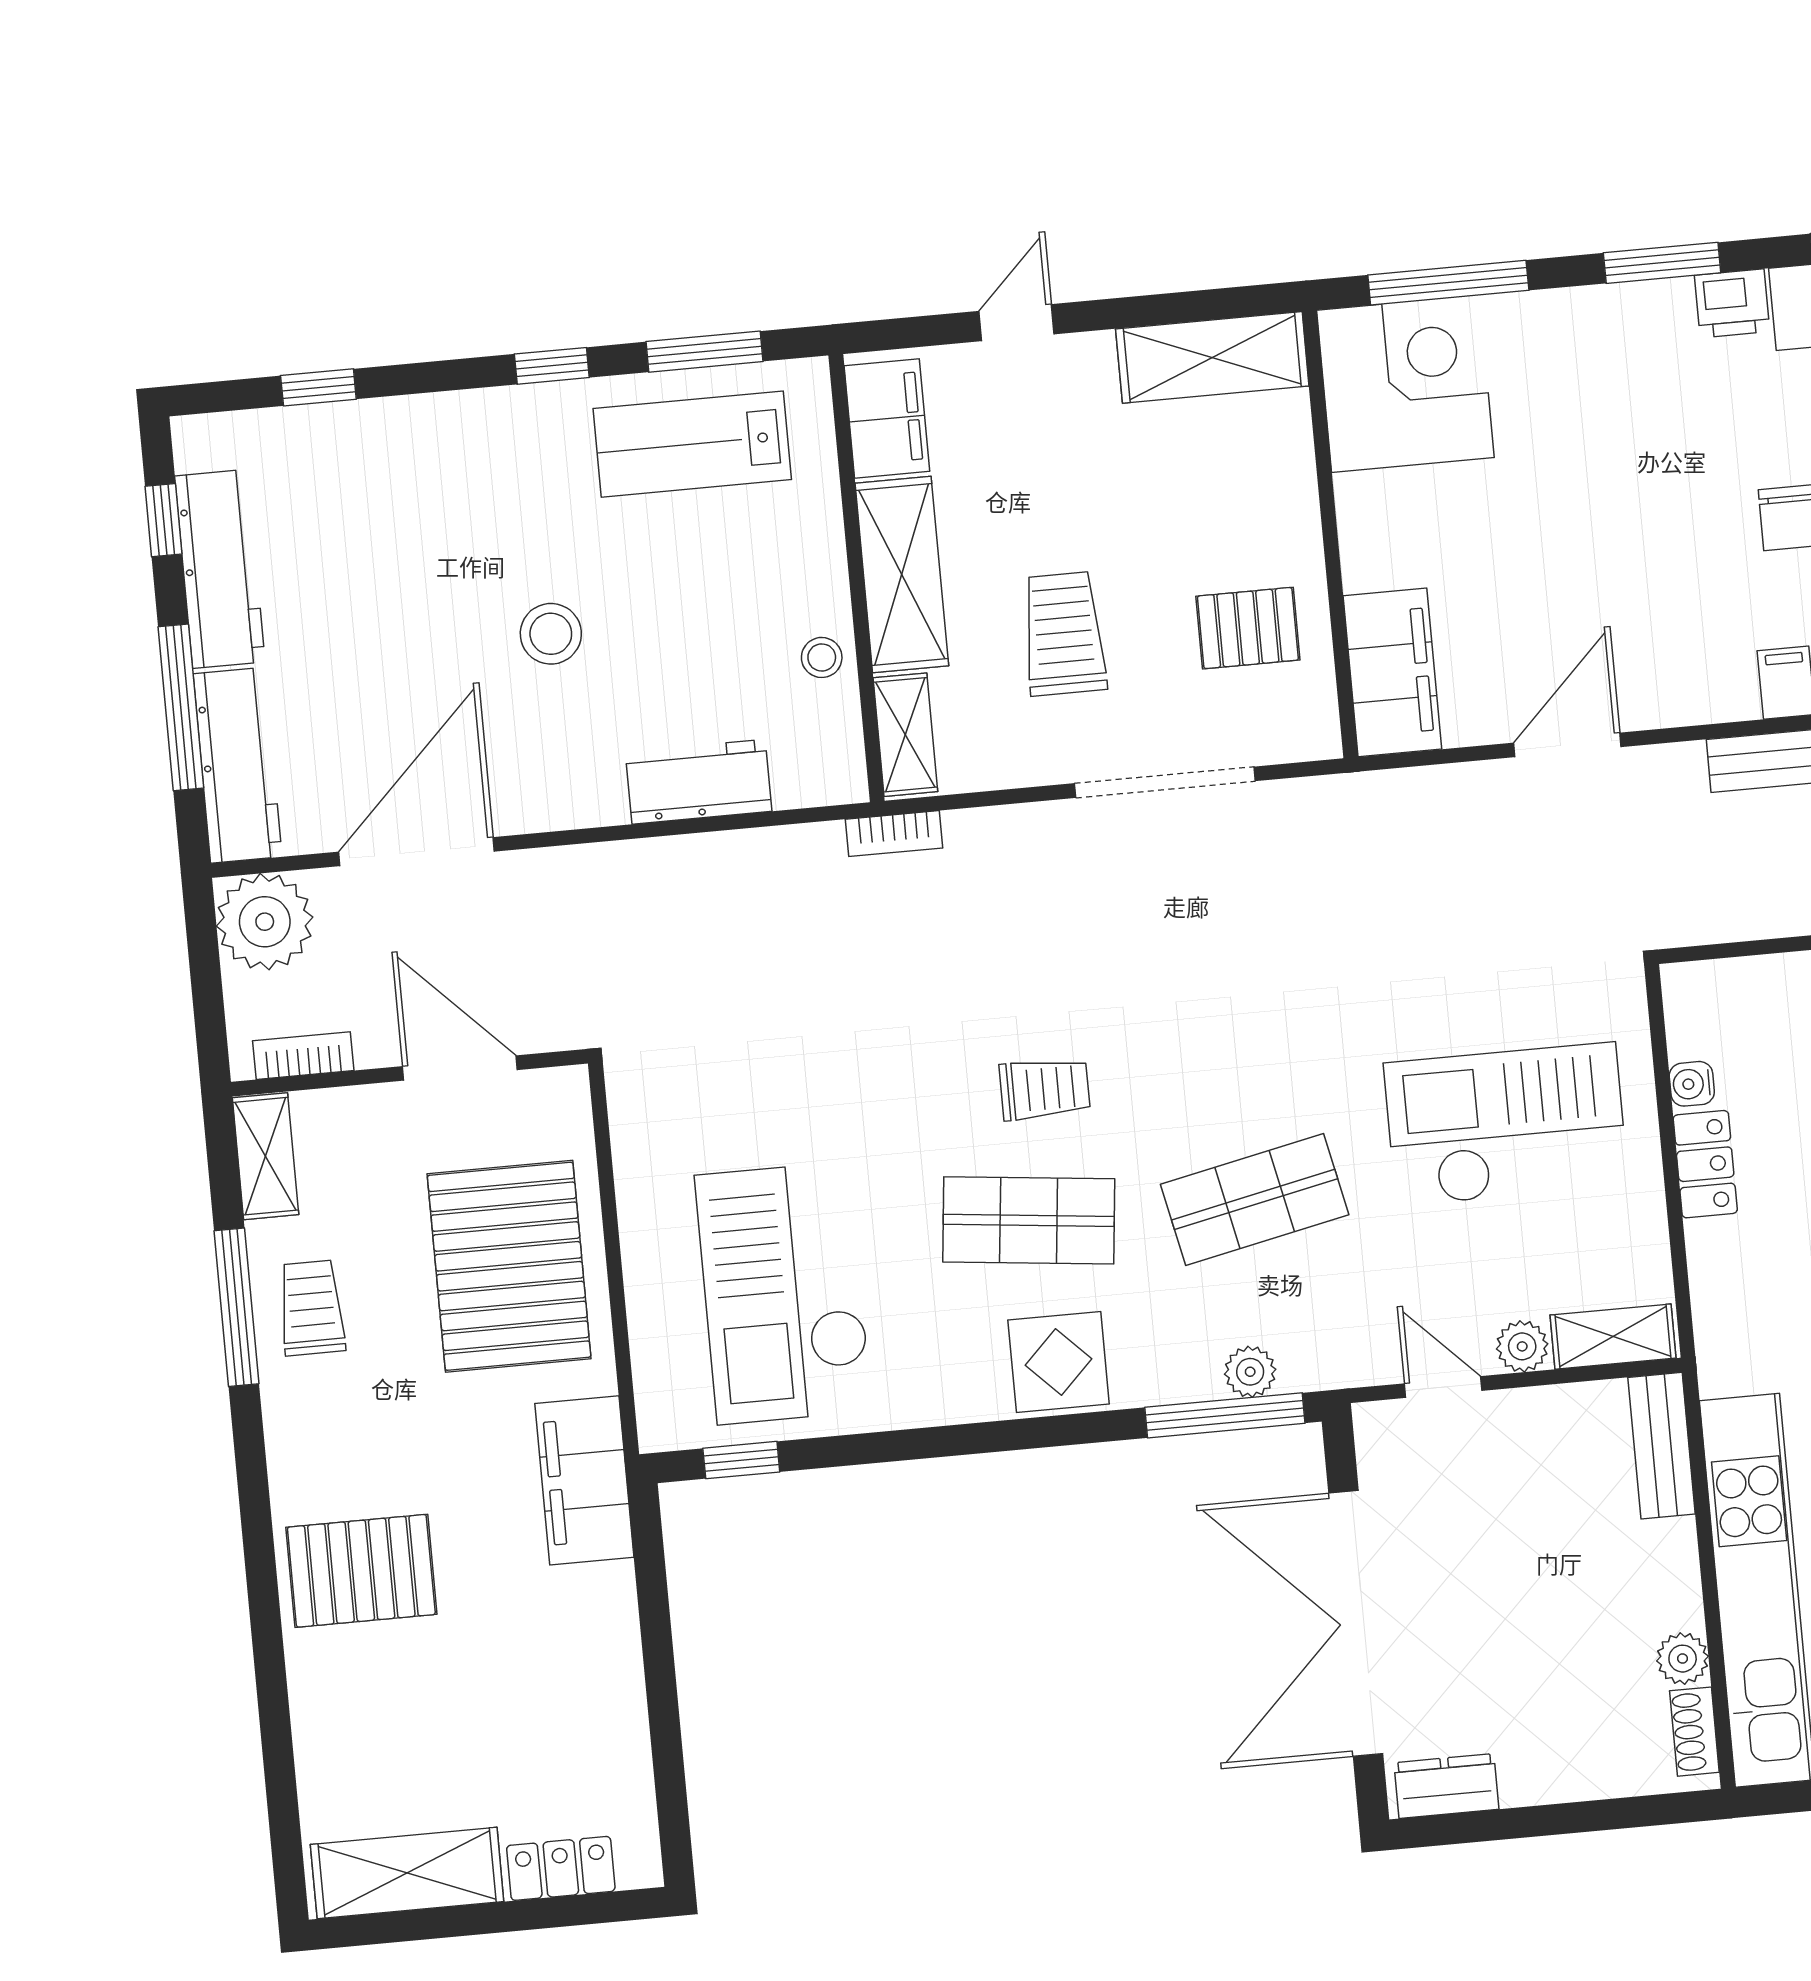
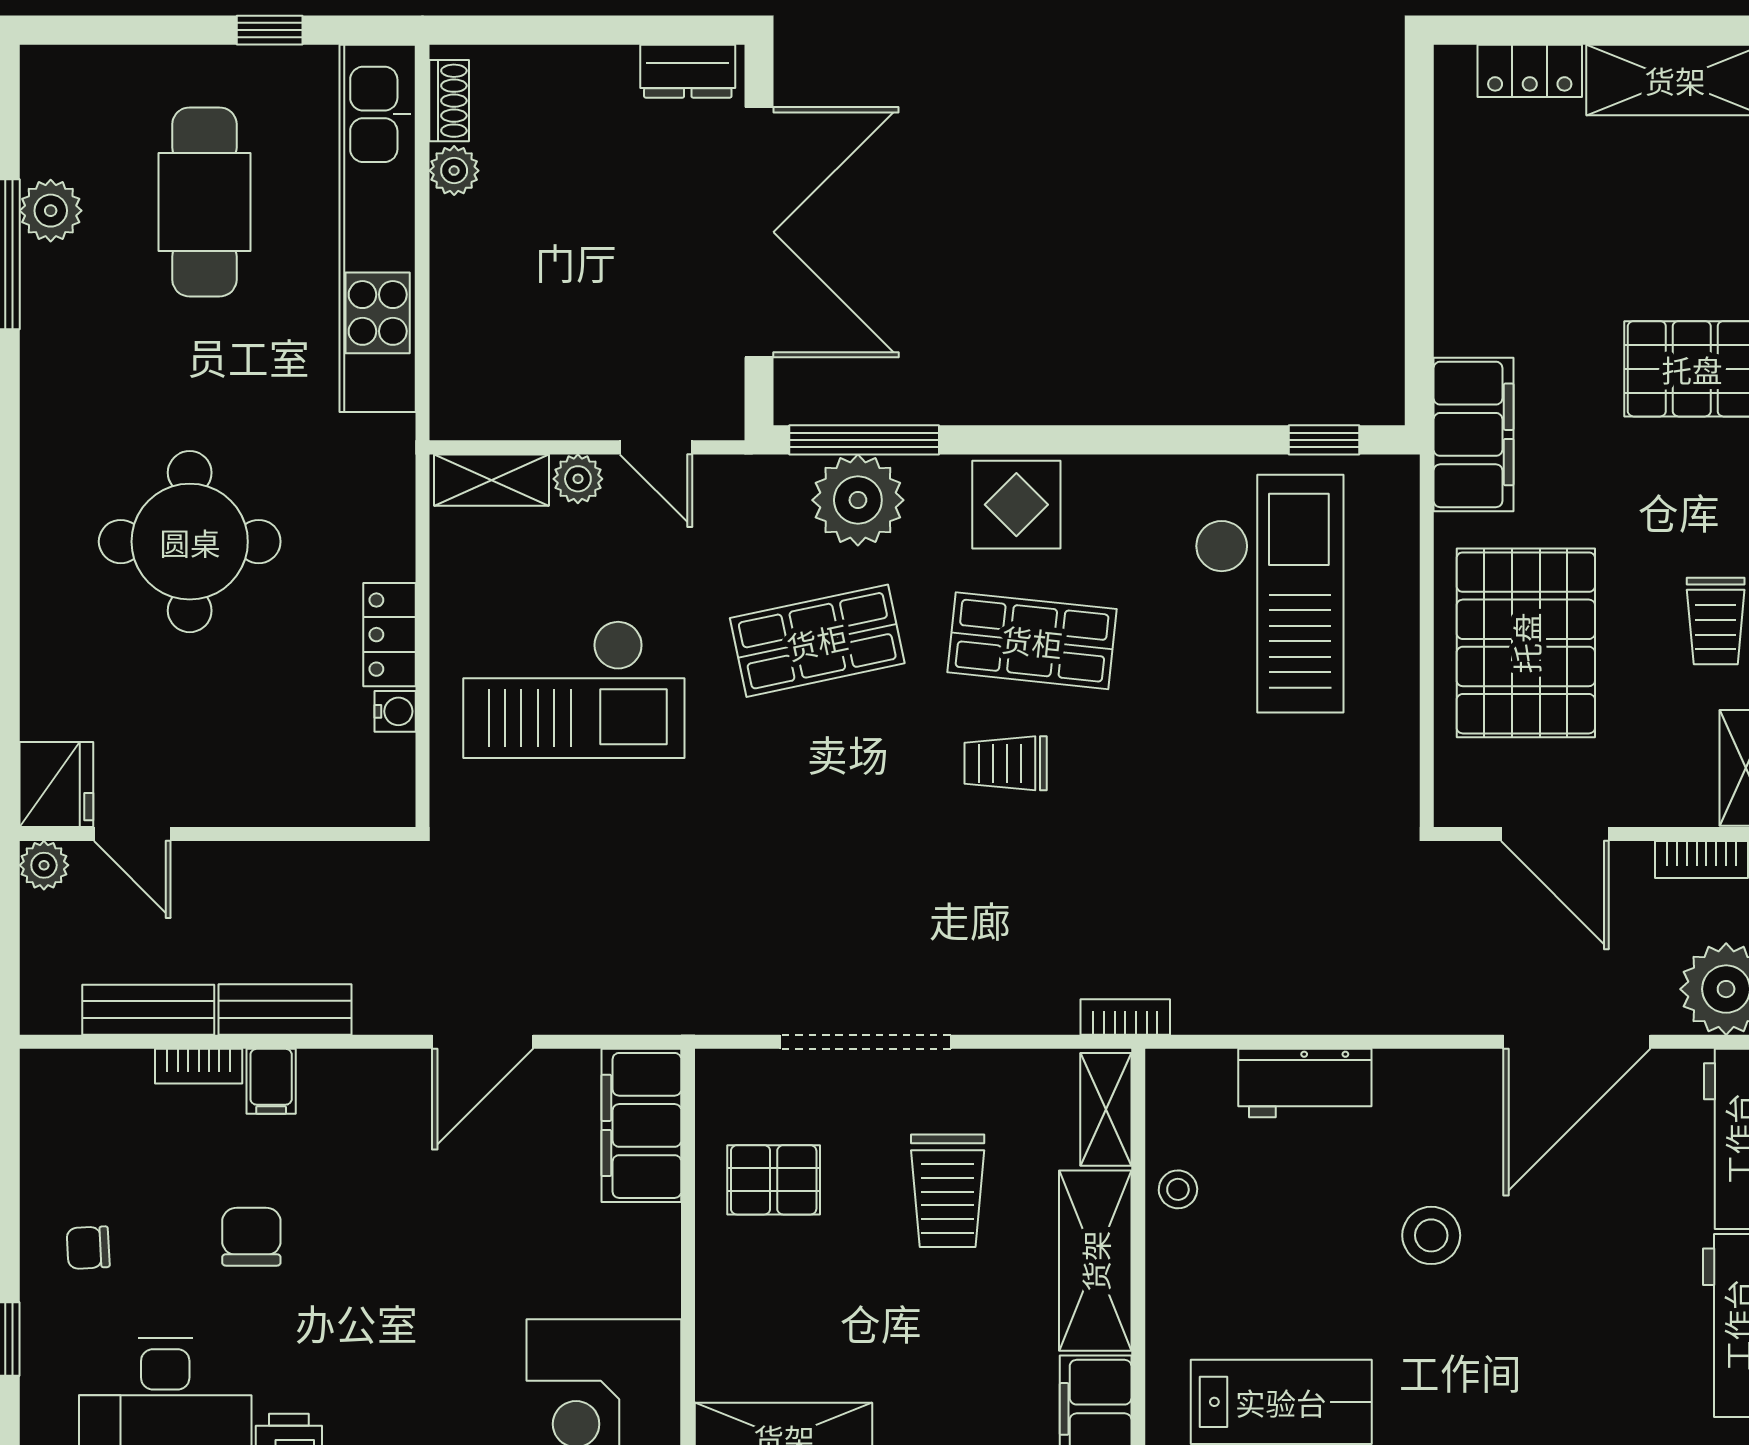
plant: (1250, 1372) -> (858, 500), width x1.87, depth x1.87
bench: (1662, 1446) -> (455, 373), removed

